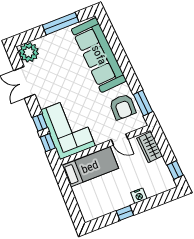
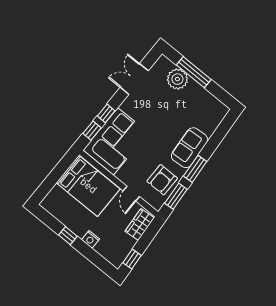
window: (61, 24) -> (194, 72), moved
plant: (29, 52) -> (177, 79), moved
sofa: (99, 55) -> (190, 148), width x0.54, depth x0.79
window: (129, 74) -> (195, 169), added
bed: (90, 167) -> (88, 186), width x1.50

